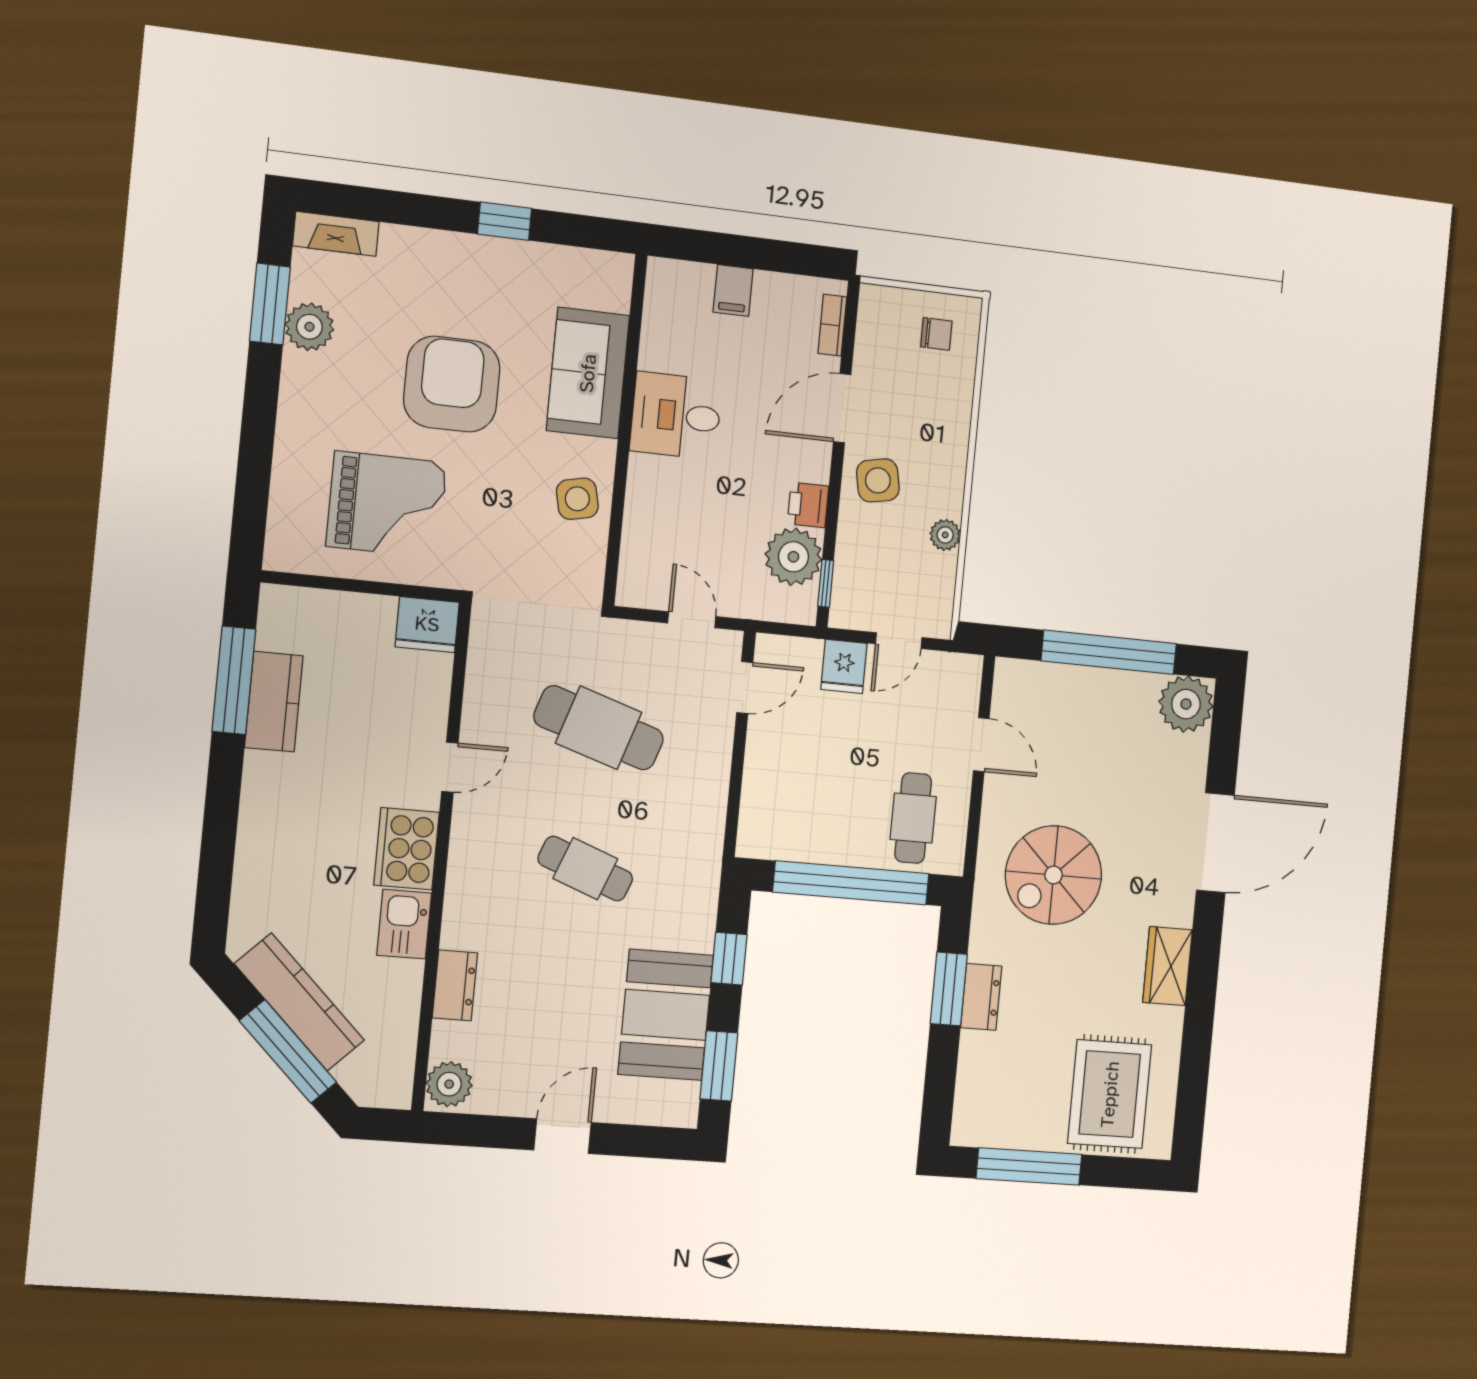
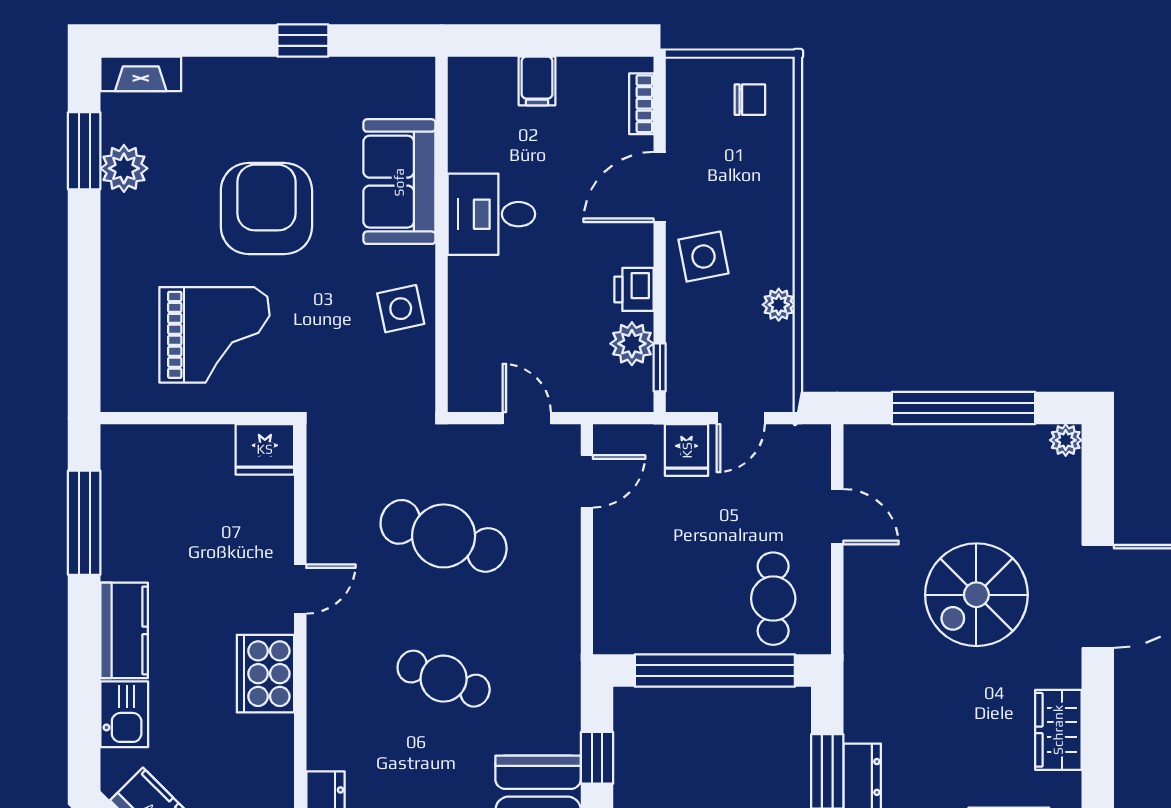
plant: (793, 557) -> (632, 344), width x0.73, depth x0.73
kitchen counter: (274, 702) -> (124, 630), moved
plant: (1186, 704) -> (1066, 440), width x0.53, depth x0.53
spiral stairs: (1054, 875) -> (976, 595), moved
kitchen sink: (404, 924) -> (124, 714), moved, turned 180

